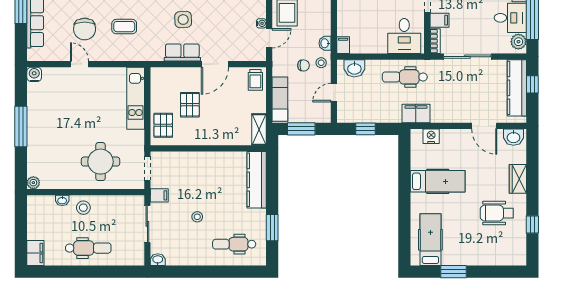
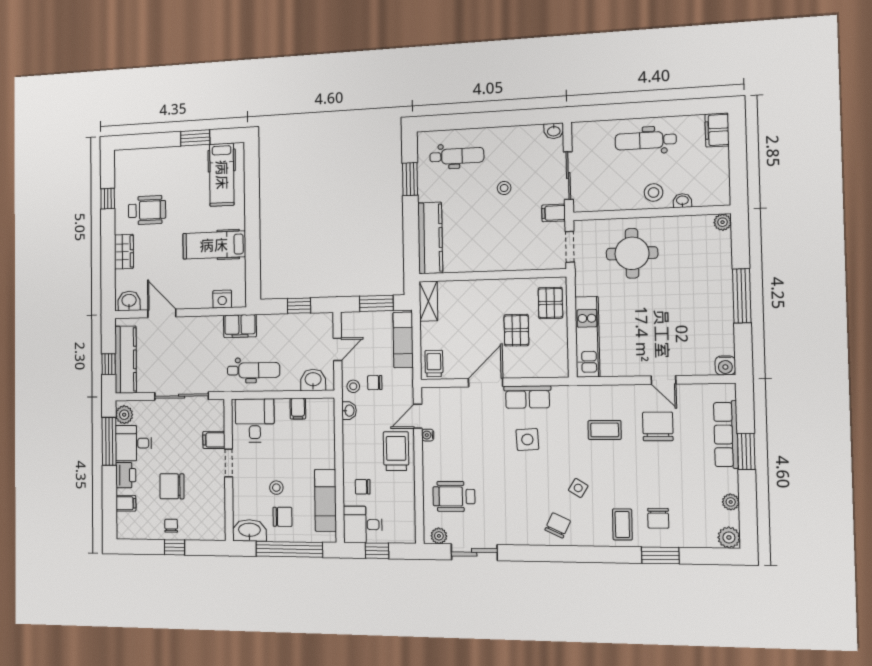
bookcase: (435, 41) -> (219, 414), removed
filing cabinet: (343, 45) -> (298, 409), moved

